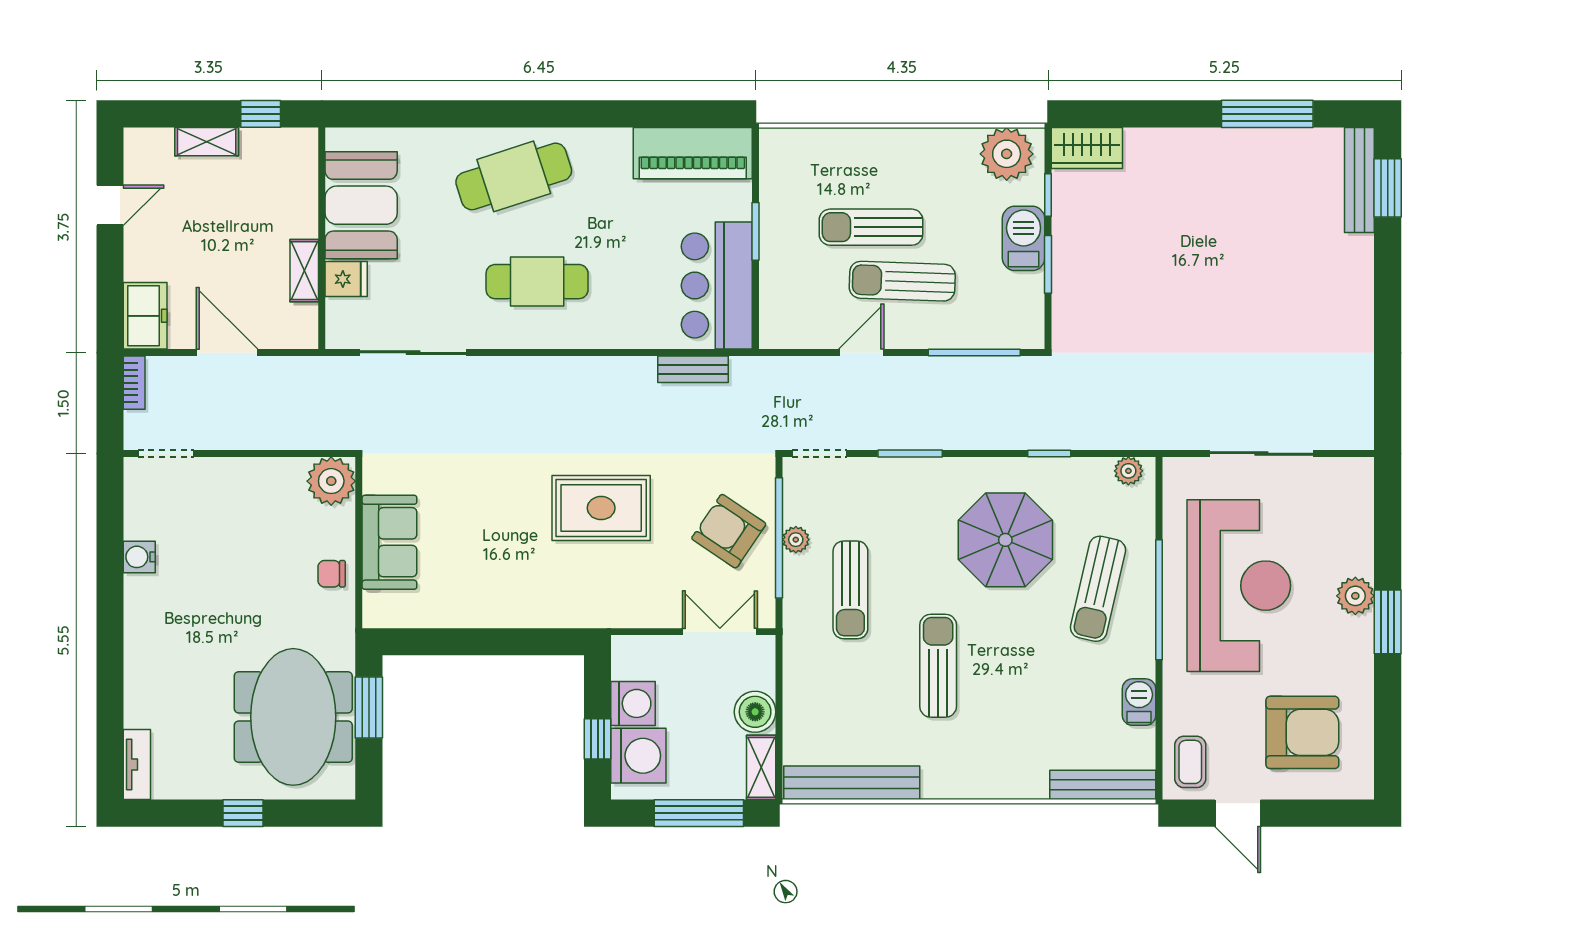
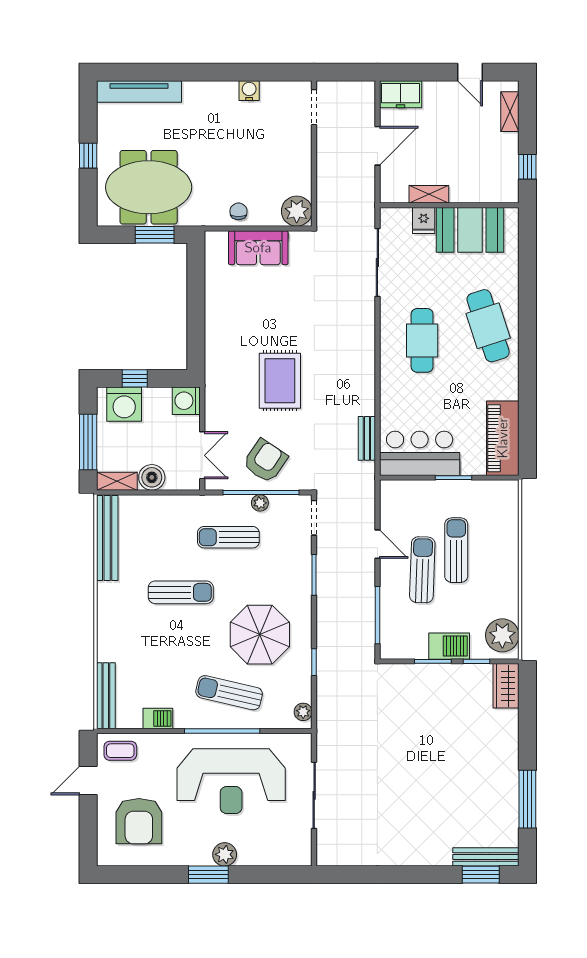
shelving: (207, 142) -> (510, 112), moved
bookcase: (134, 383) -> (359, 87), removed
washing machine: (633, 703) -> (186, 401), moved, turned 90
tv unit: (137, 765) -> (139, 91), width x1.92, depth x1.29

